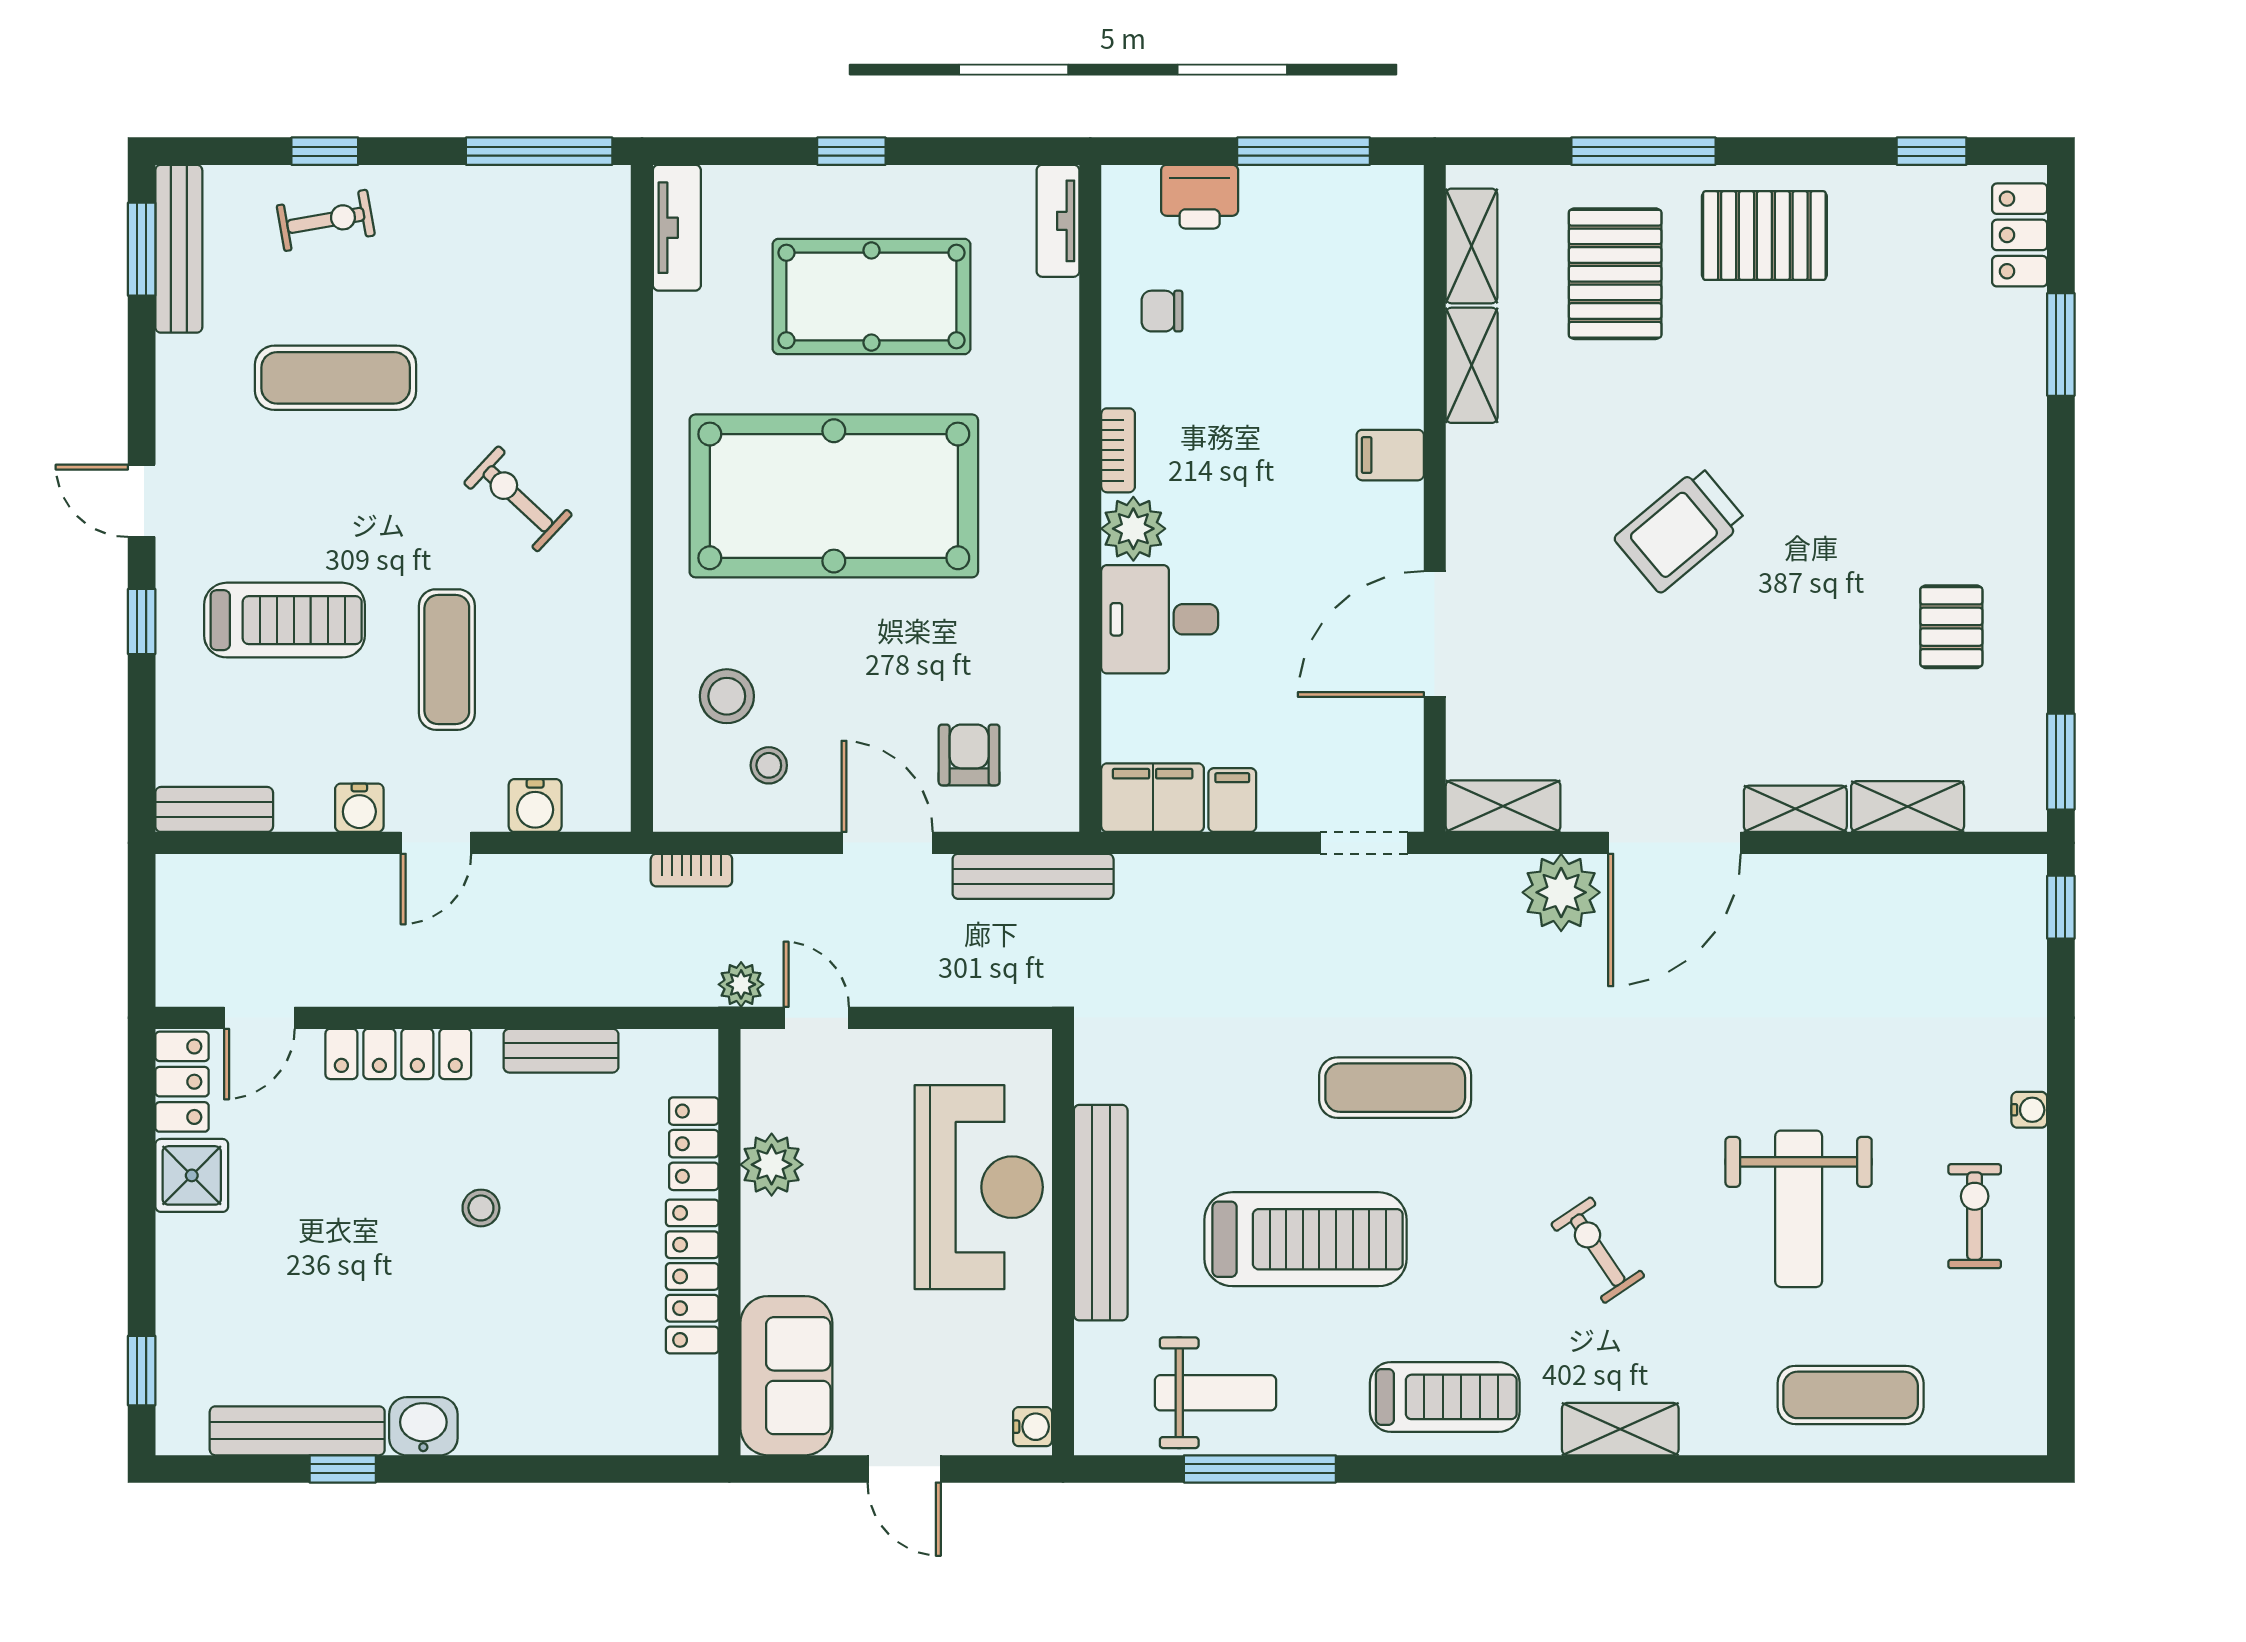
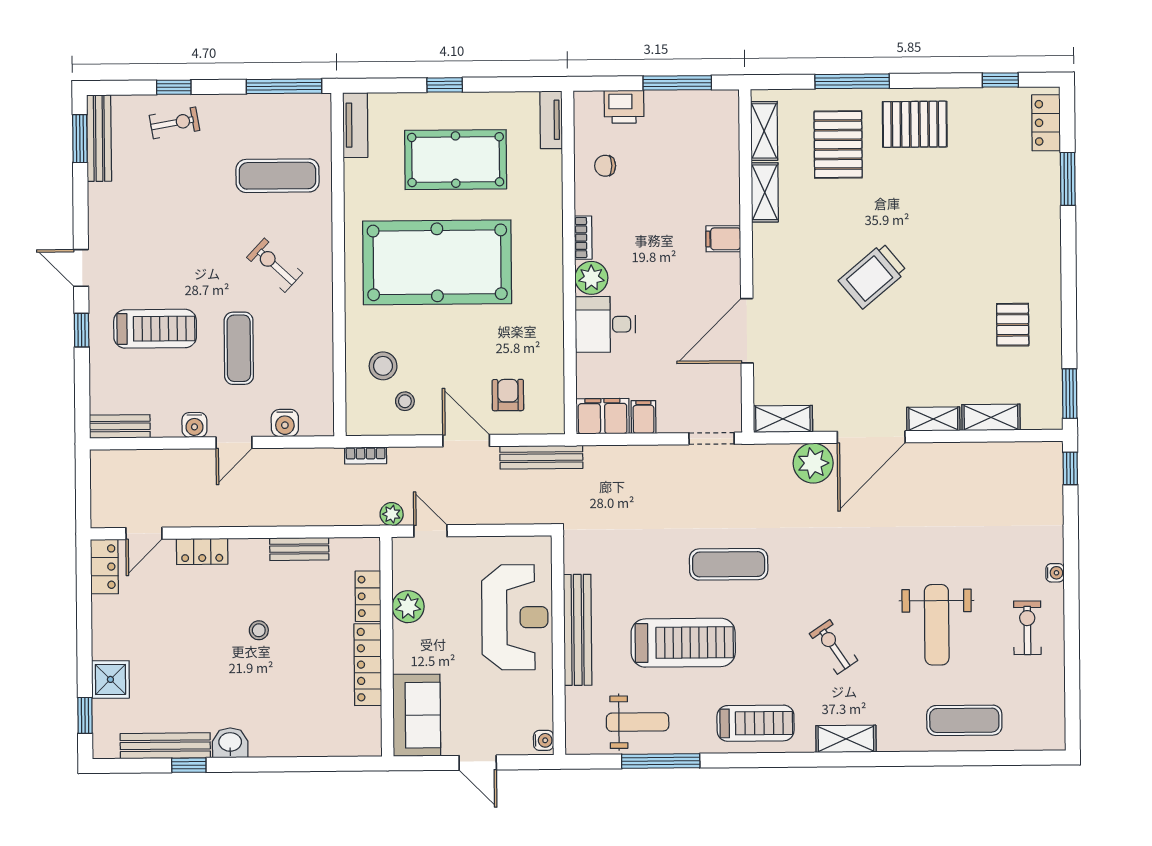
exercise mat: (336, 378) -> (278, 176), moved
locker: (398, 1054) -> (202, 551), width x0.66
shower: (192, 1175) -> (110, 679), moved

